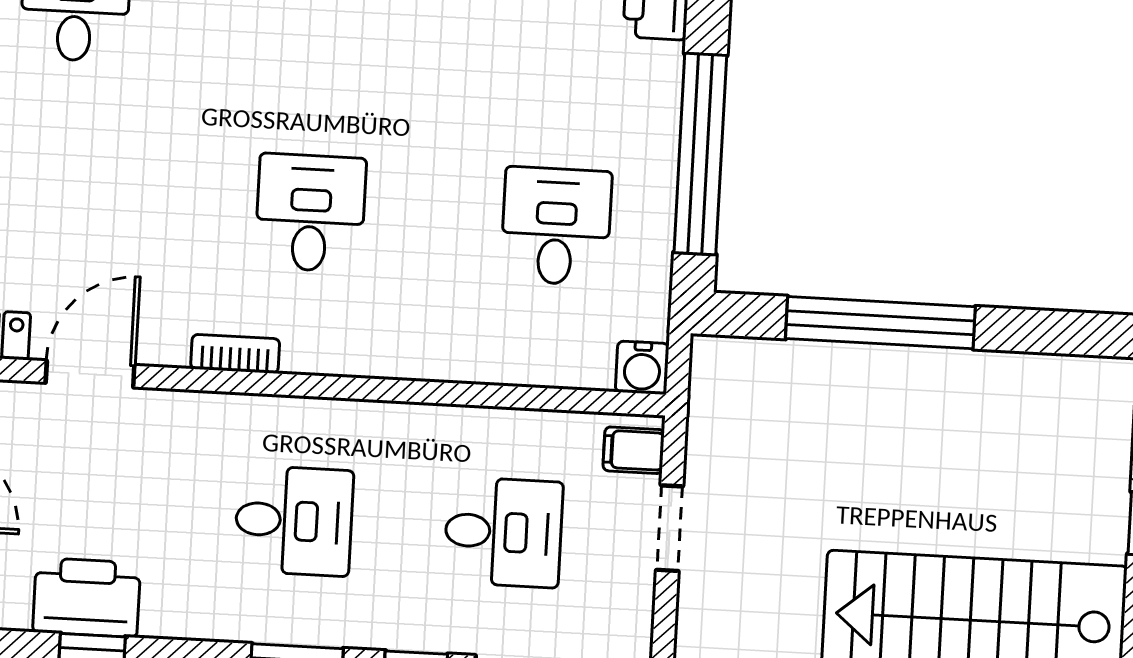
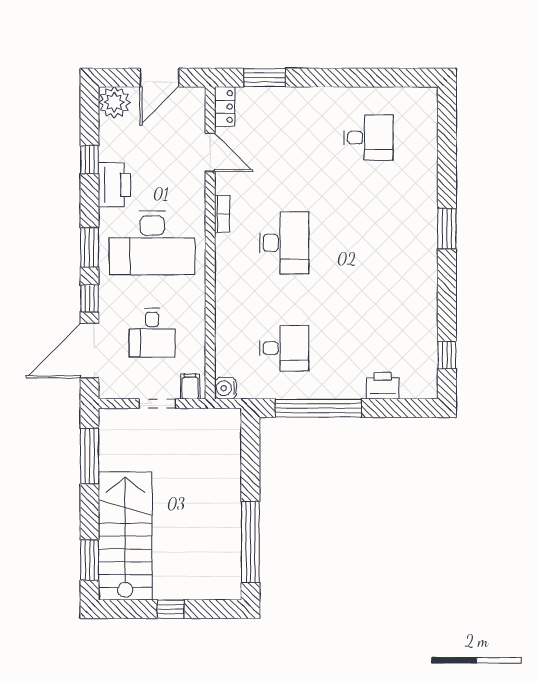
desk: (310, 213) -> (284, 243), width x1.37
window: (880, 323) -> (250, 542), moved
desk: (294, 521) -> (152, 243), width x1.87, depth x1.30
printer: (87, 597) -> (114, 185), moved

